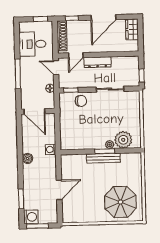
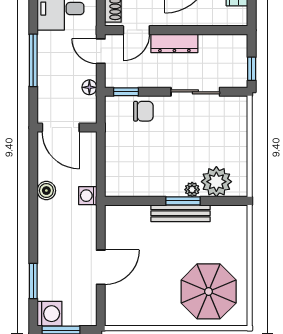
boiler: (27, 158) -> (46, 191), moved

